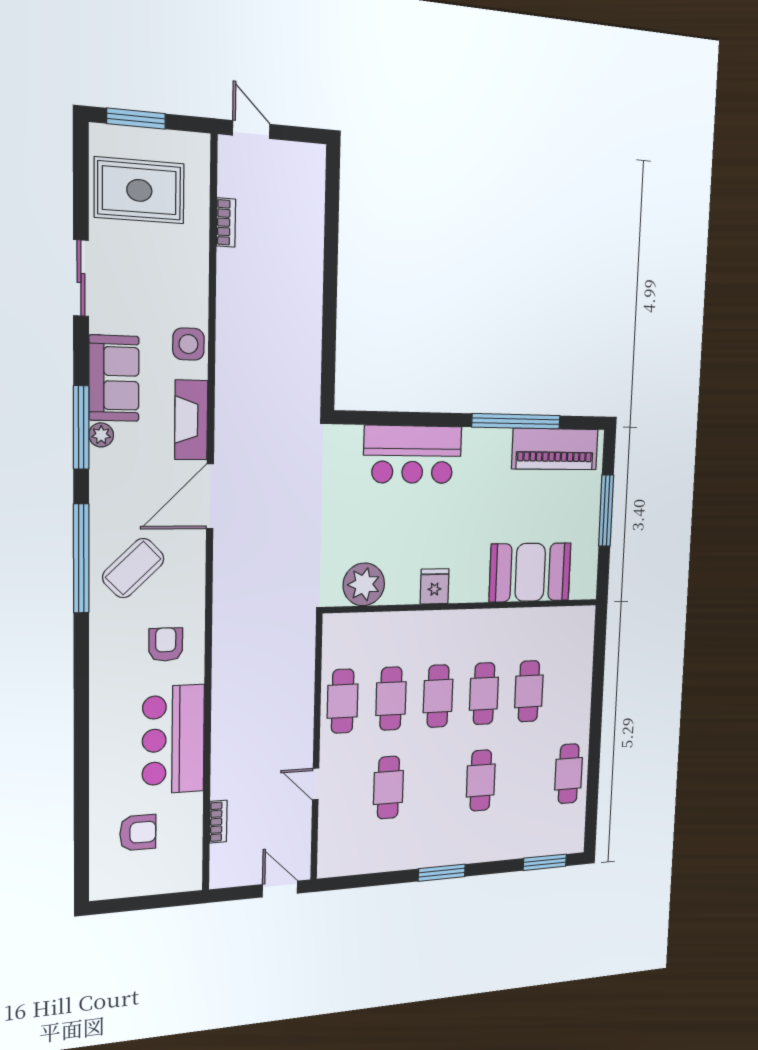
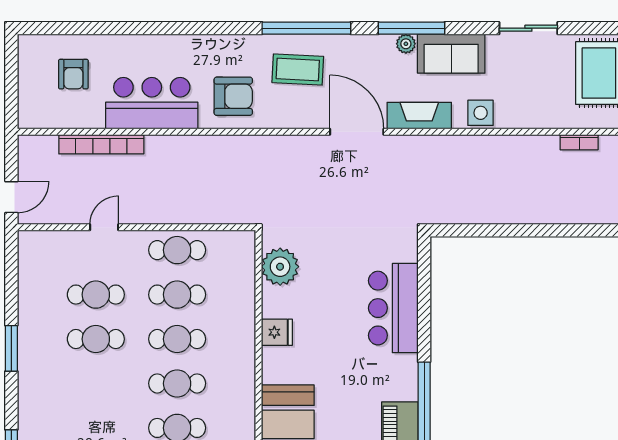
coffee table: (133, 568) -> (298, 69), turned -43
armchair: (166, 644) -> (233, 96), width x1.38, depth x1.38
cafe table: (481, 780) -> (96, 339), moved
bookcase: (218, 822) -> (101, 144), width x2.31, depth x1.31

